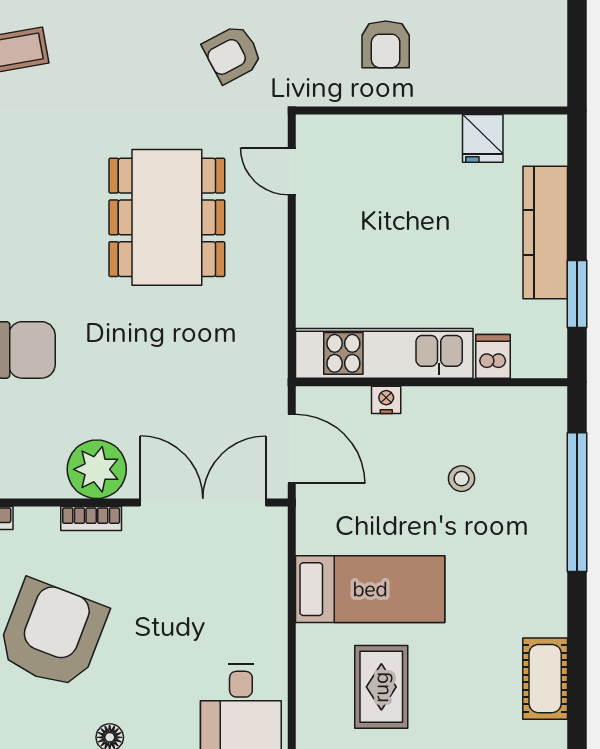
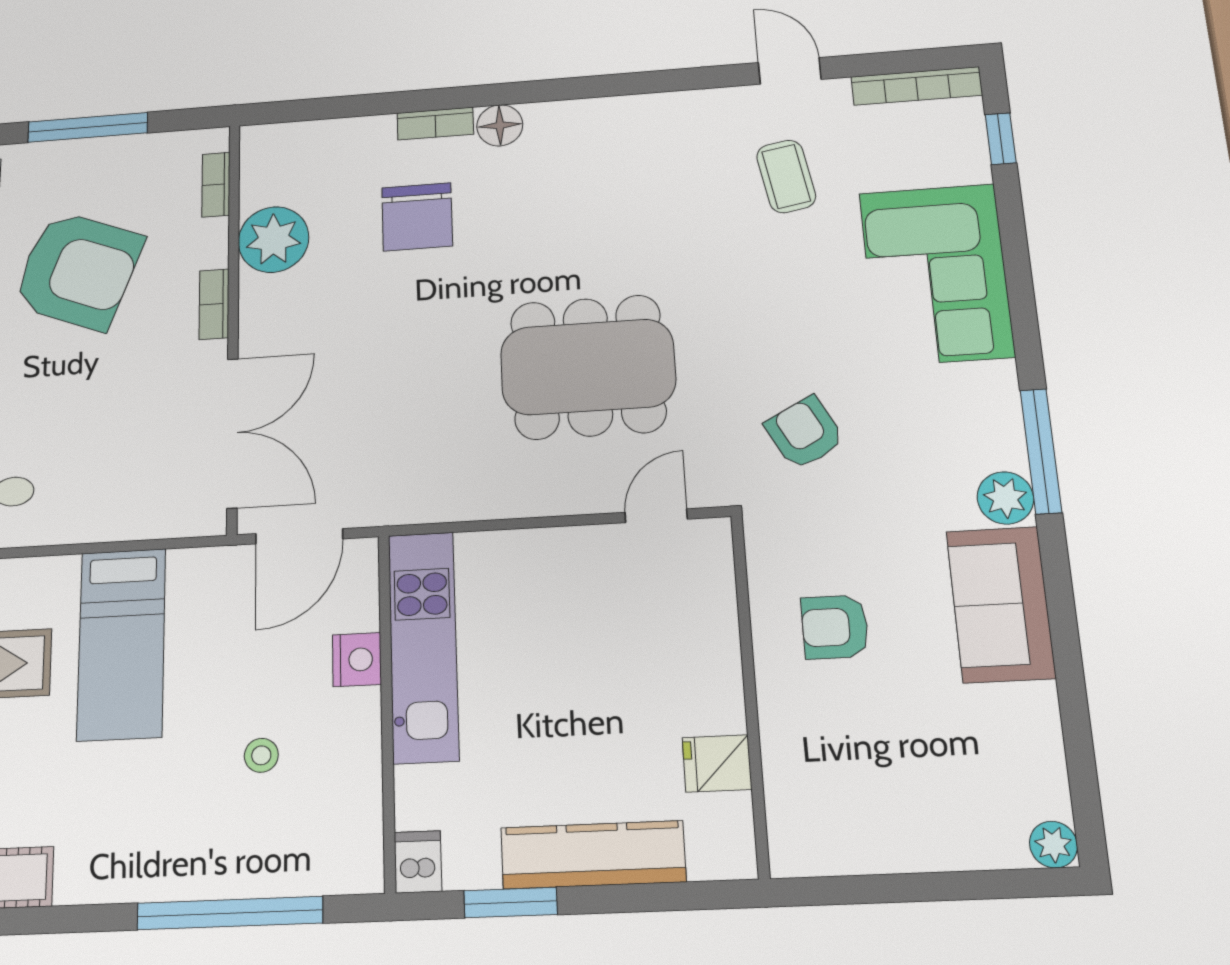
dishwasher: (493, 356) -> (418, 862), moved, turned -90
nightstand: (386, 400) -> (357, 660), width x1.39, depth x1.35
plant: (97, 469) -> (273, 240), moved

